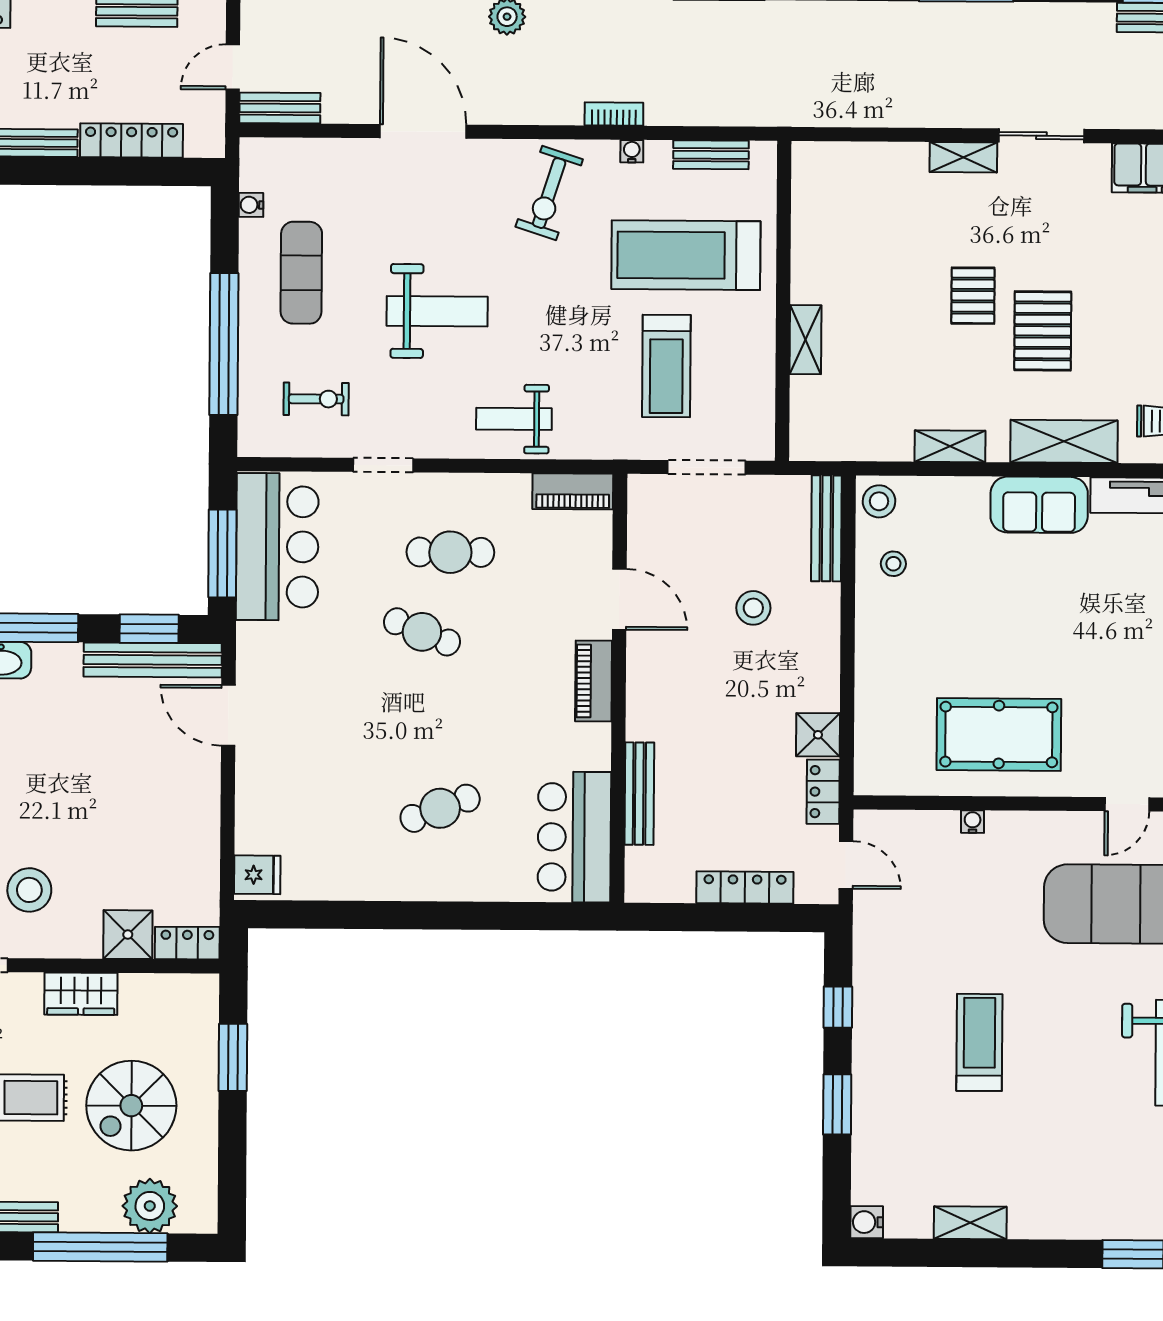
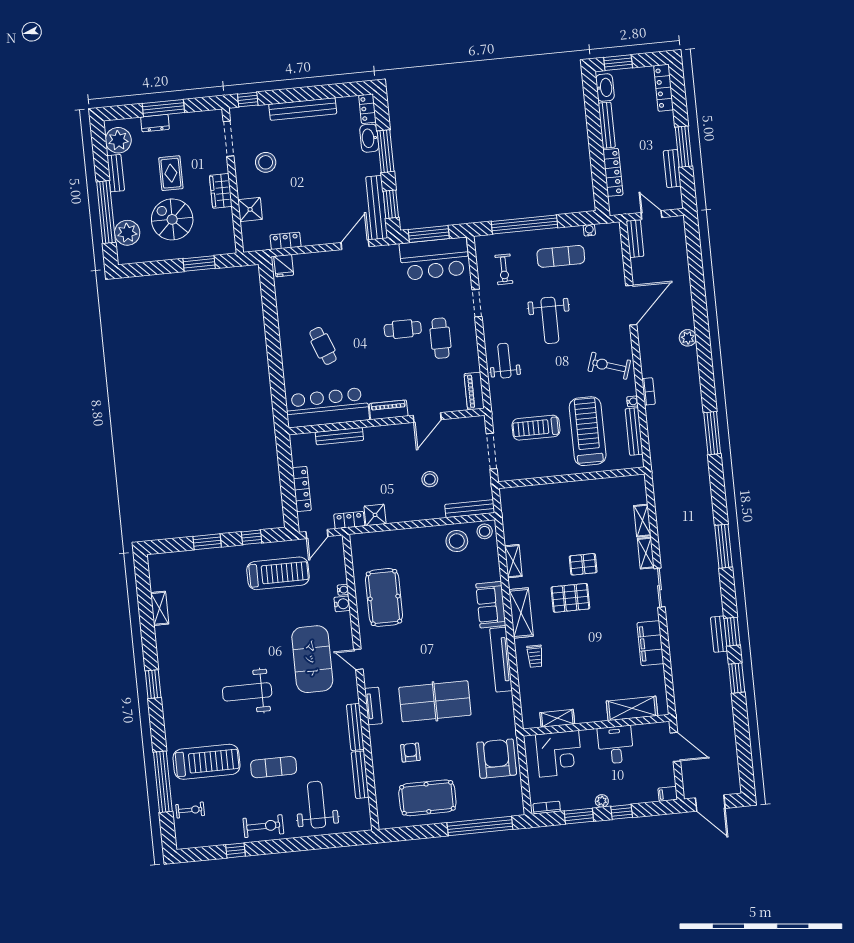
bench: (711, 155) -> (634, 431), width x1.36
shelving: (805, 340) -> (642, 521), moved, turned 90
stool: (893, 564) -> (457, 541), width x1.89, depth x1.89
cafe table: (422, 632) -> (403, 329), turned 68
bar counter: (574, 837) -> (327, 408), width x1.36
locker: (187, 943) -> (286, 241), moved, turned -90
treadmill: (979, 1042) -> (278, 573), moved, width x1.37, depth x1.38
water cooler: (867, 1222) -> (342, 604), moved, turned 90

